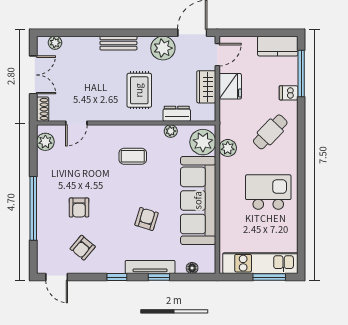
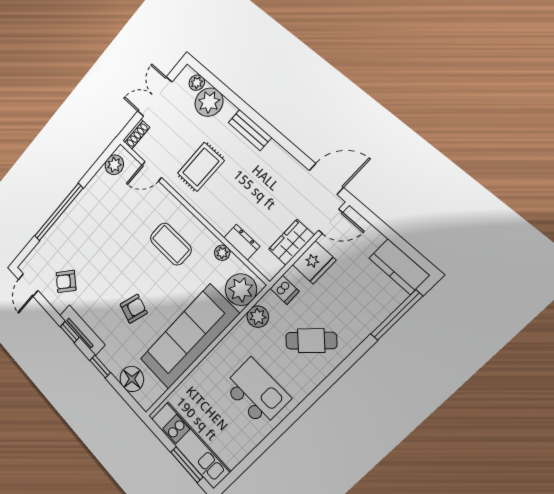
plant: (163, 48) -> (209, 102), moved
double door: (33, 75) -> (155, 97), swing flipped
rug: (139, 90) -> (201, 167), moved
dishwasher: (289, 93) -> (285, 290), moved, turned 180
coffee table: (133, 156) -> (171, 244), width x1.36, depth x1.30
armchair: (79, 207) -> (92, 246), removed
tv unit: (150, 267) -> (82, 330), moved
floor lamp: (192, 268) -> (132, 379), width x1.89, depth x1.89

